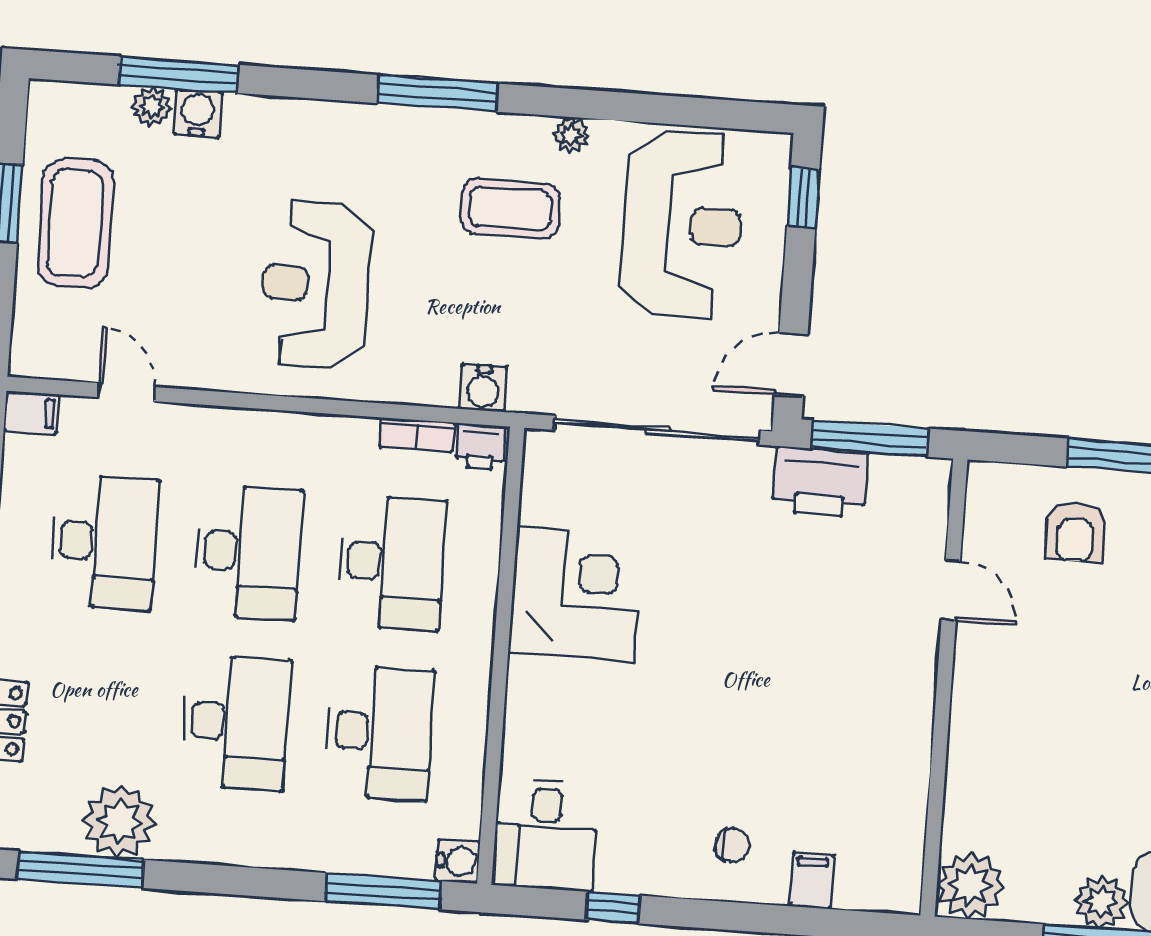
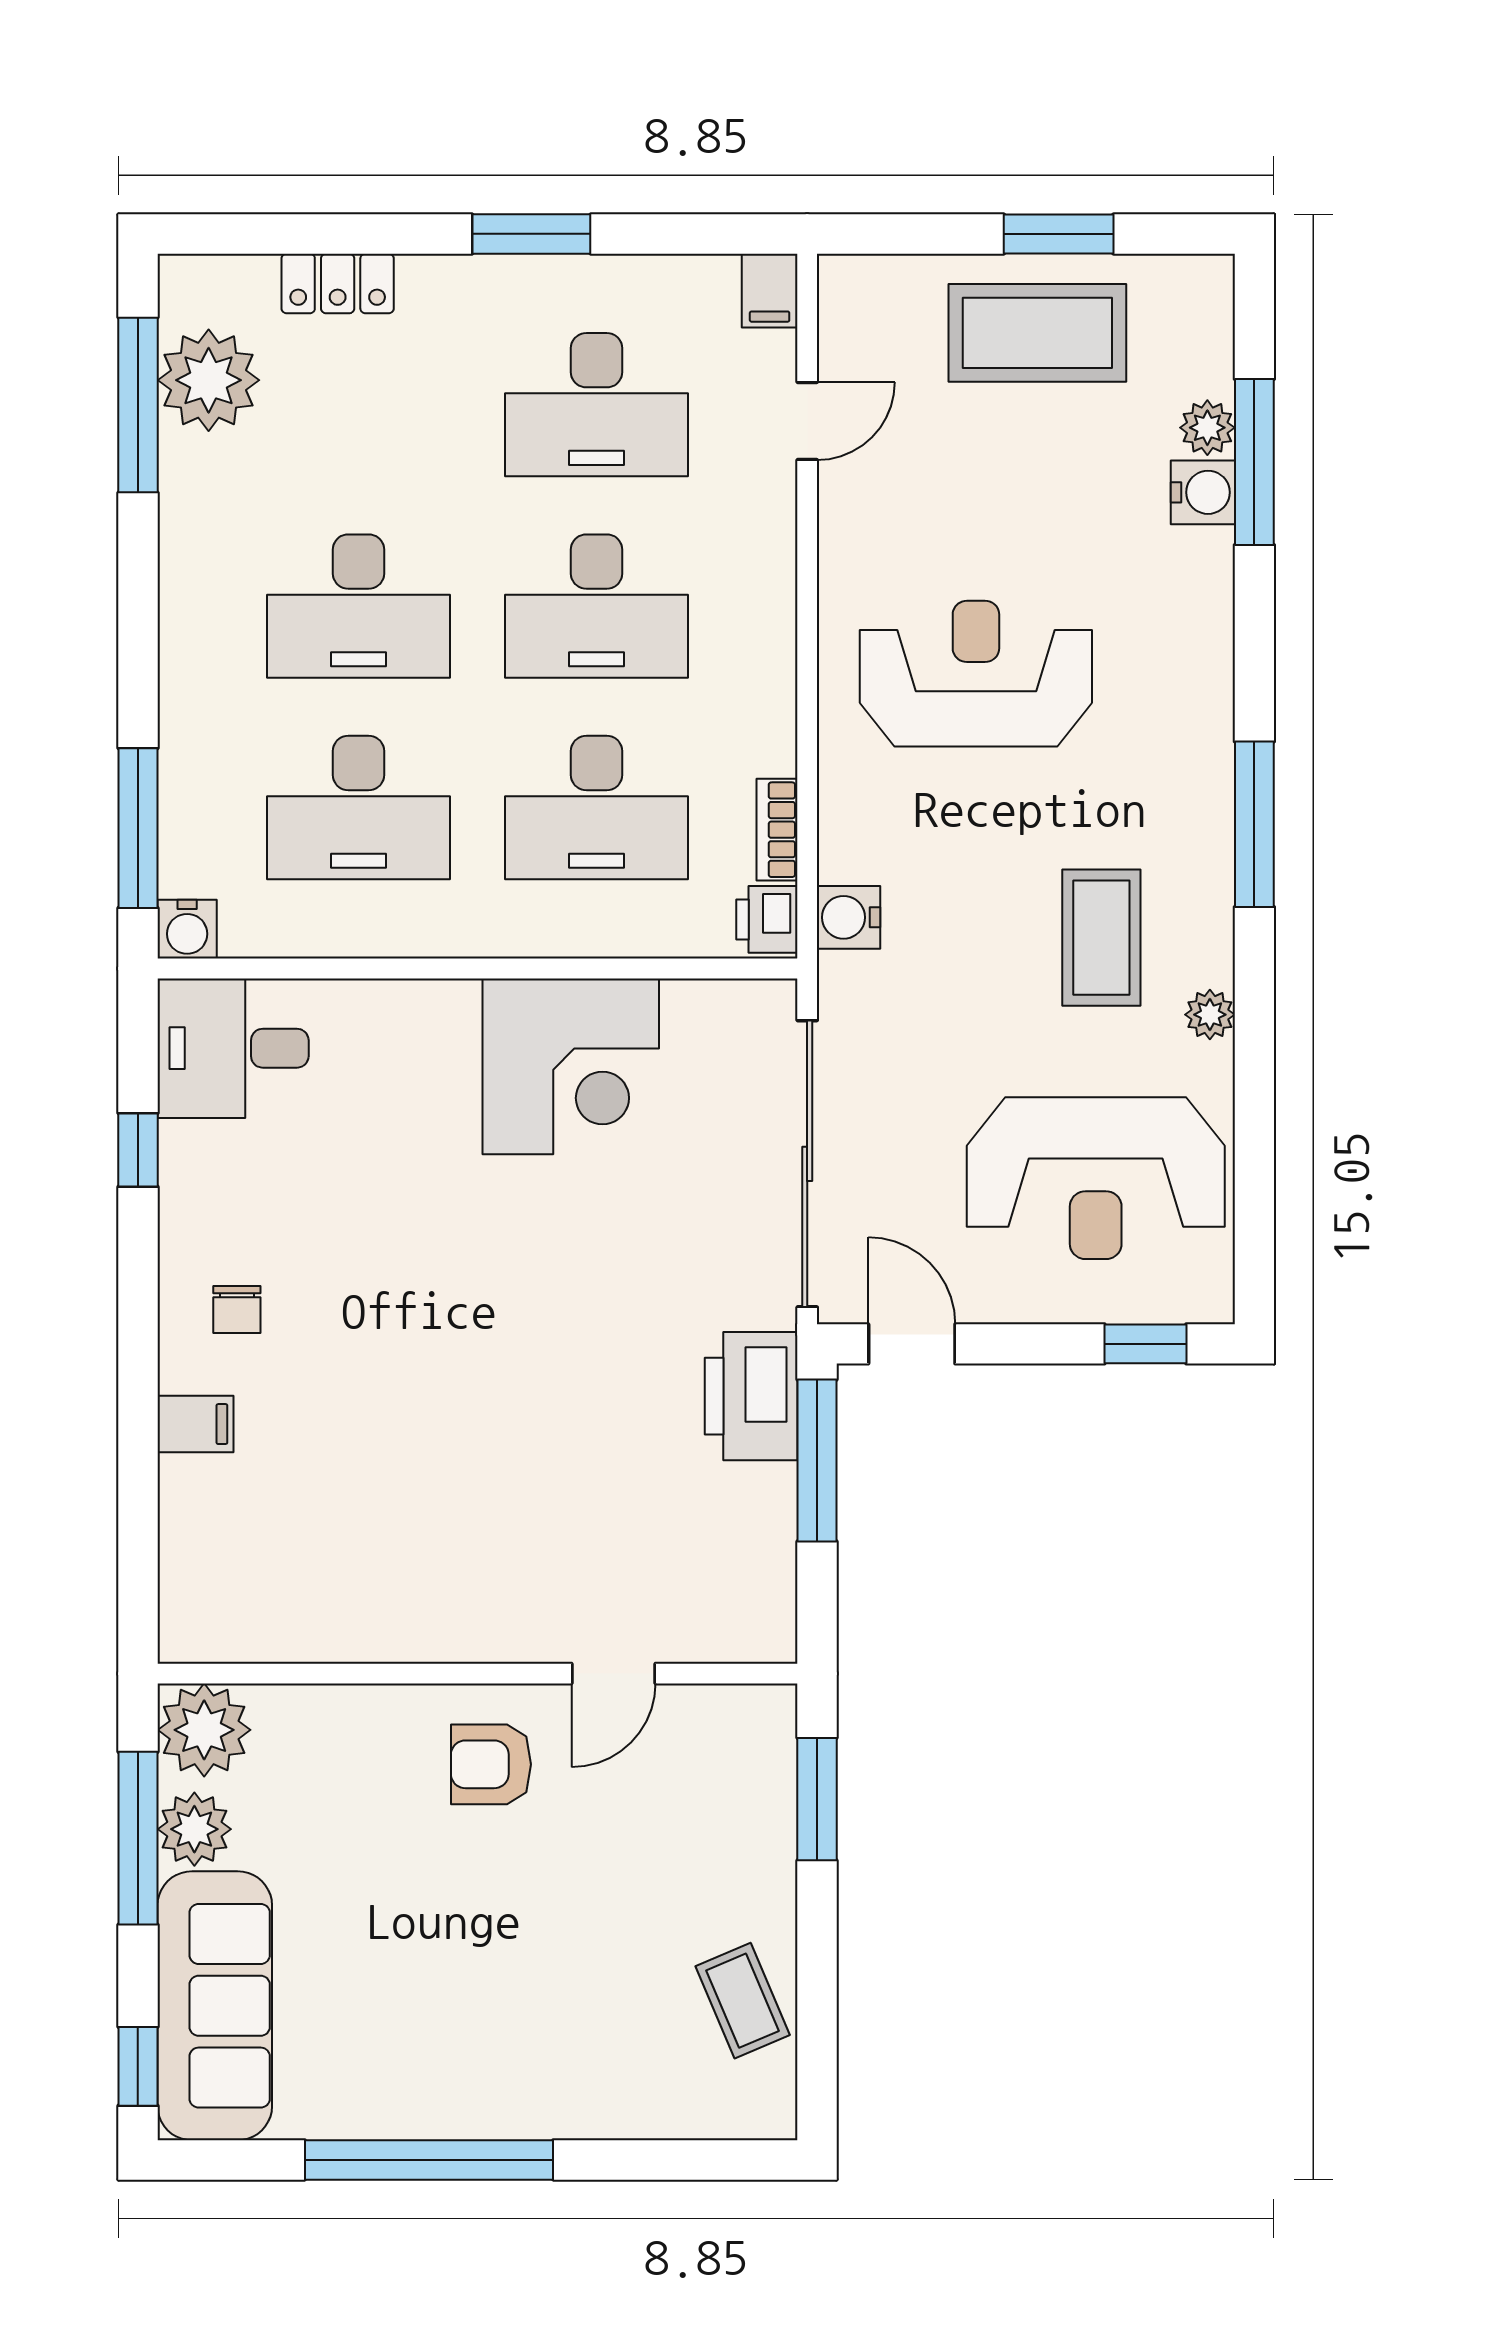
armchair: (1075, 532) -> (491, 1764), moved
door: (951, 590) -> (614, 1674), moved
wall: (944, 688) -> (477, 1674), moved
plant: (119, 822) -> (209, 380), moved
plant: (970, 886) -> (204, 1730), moved

